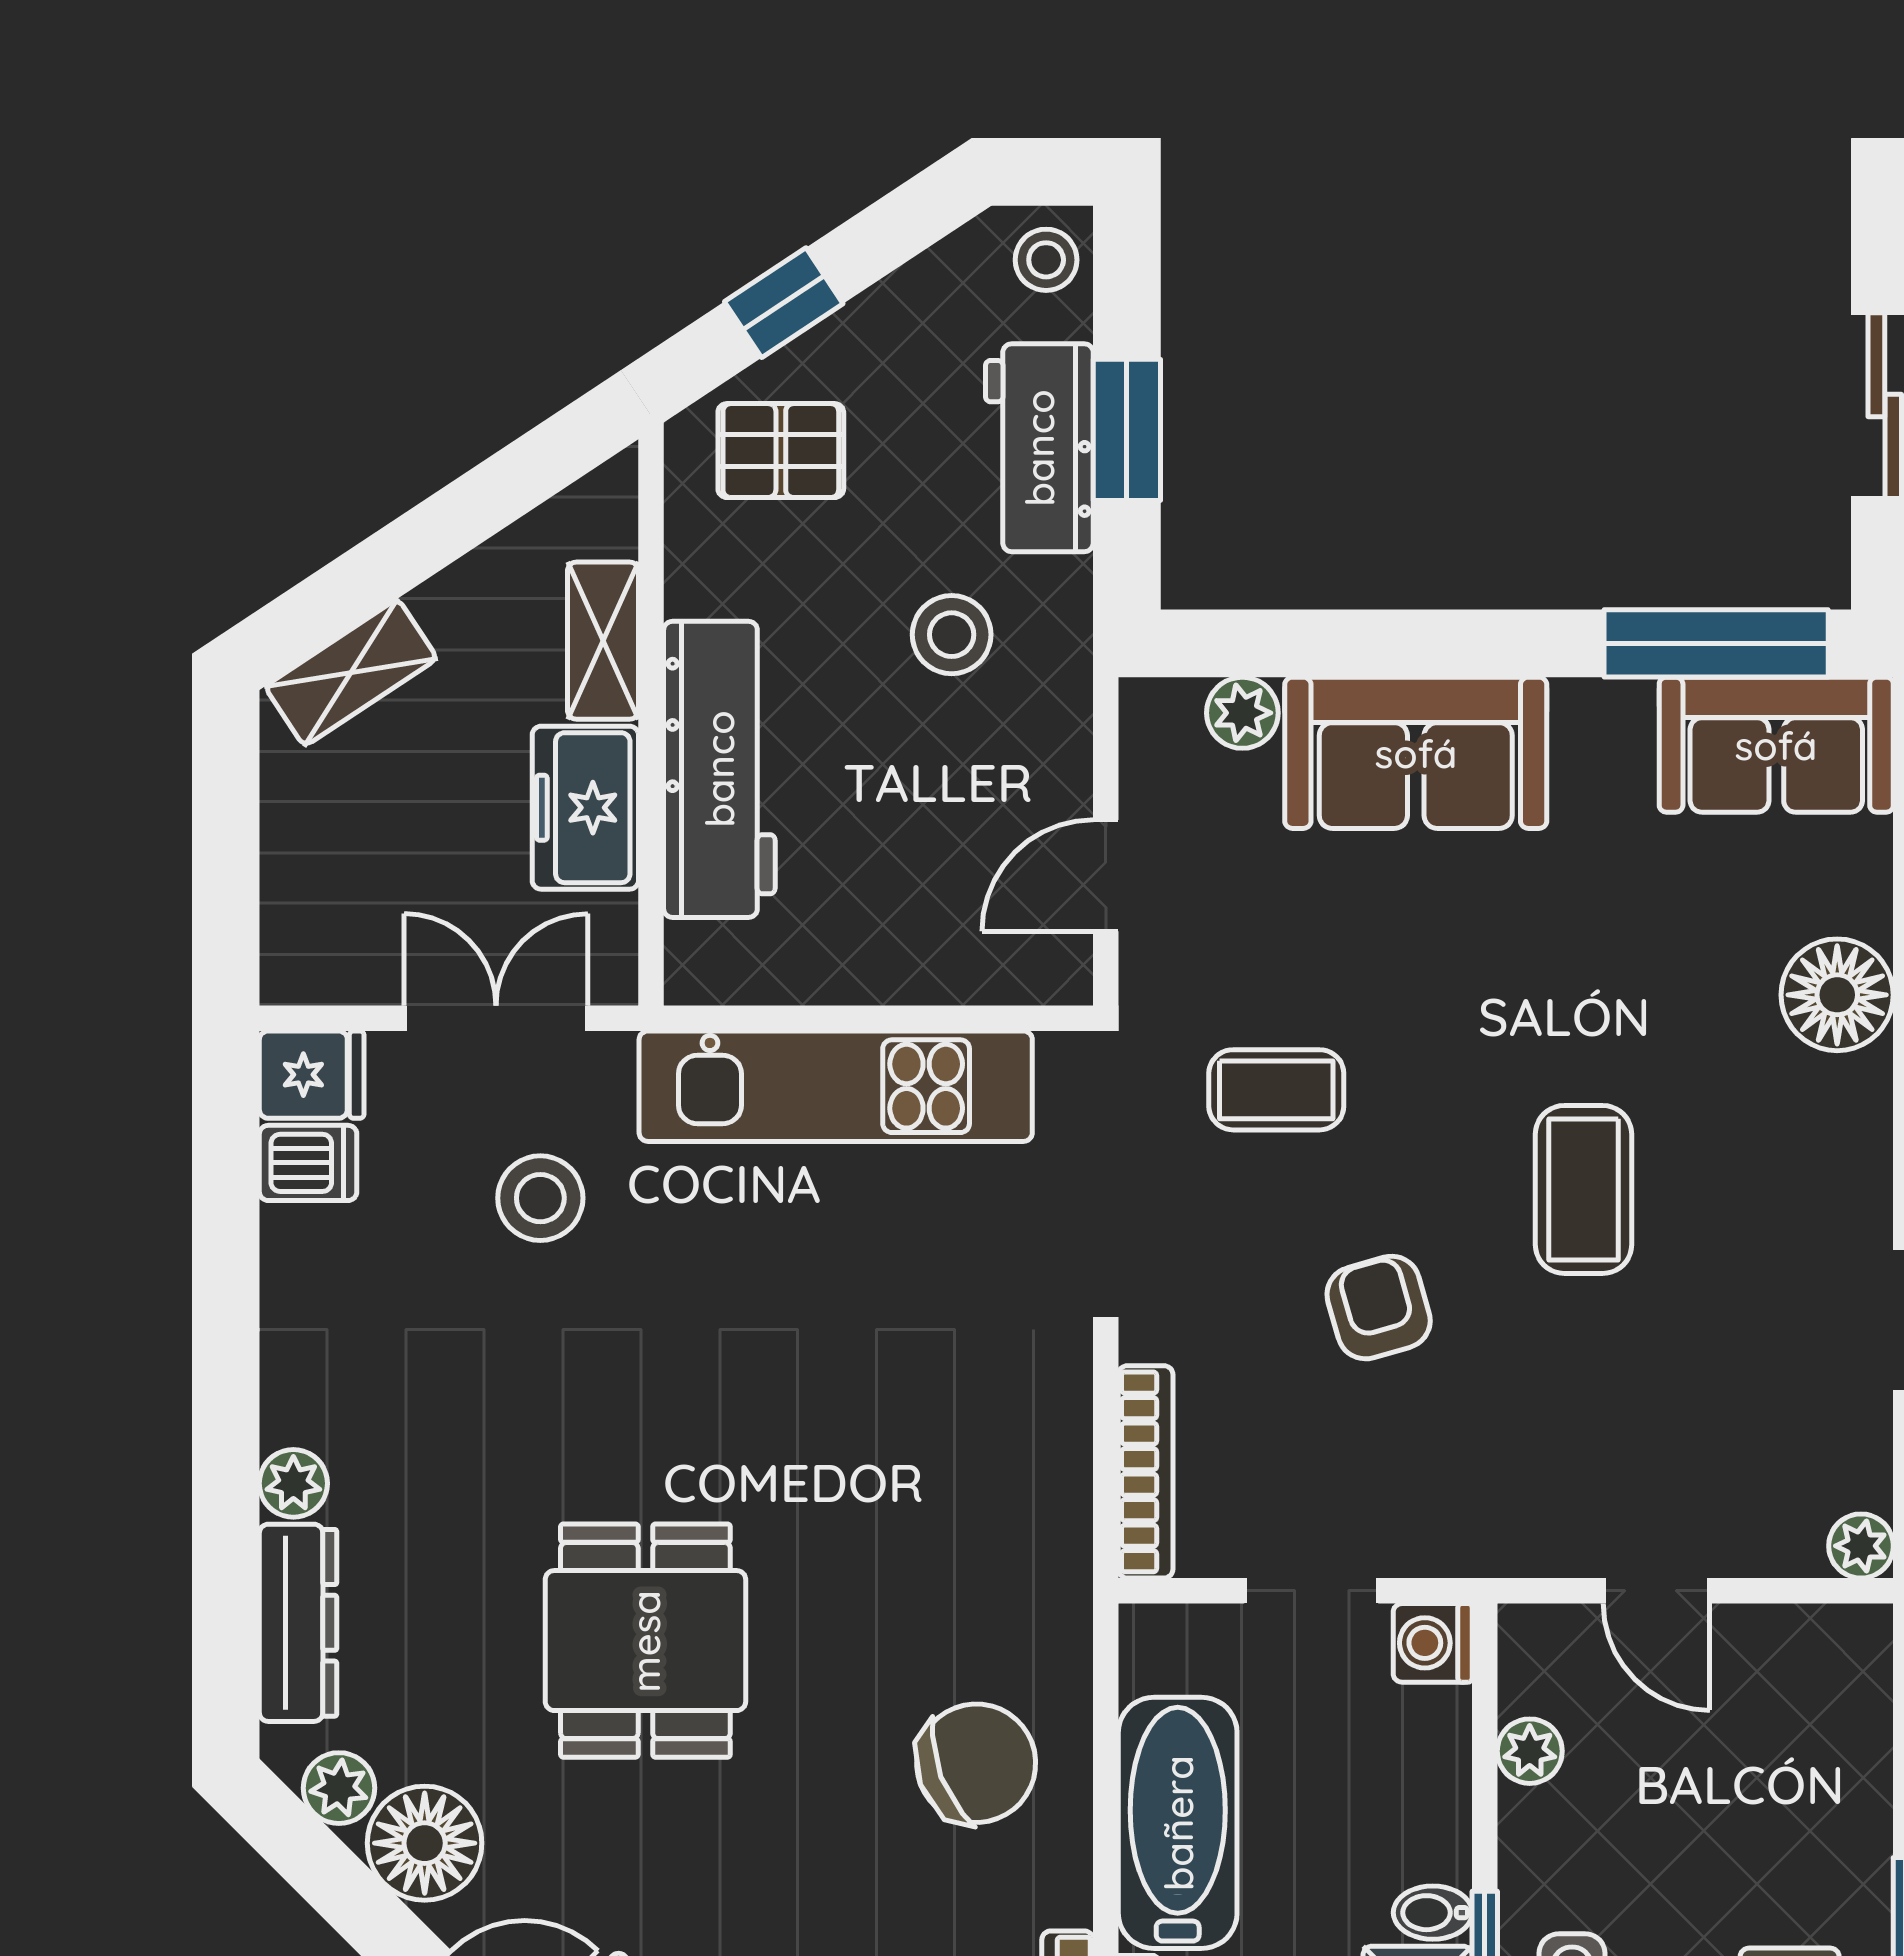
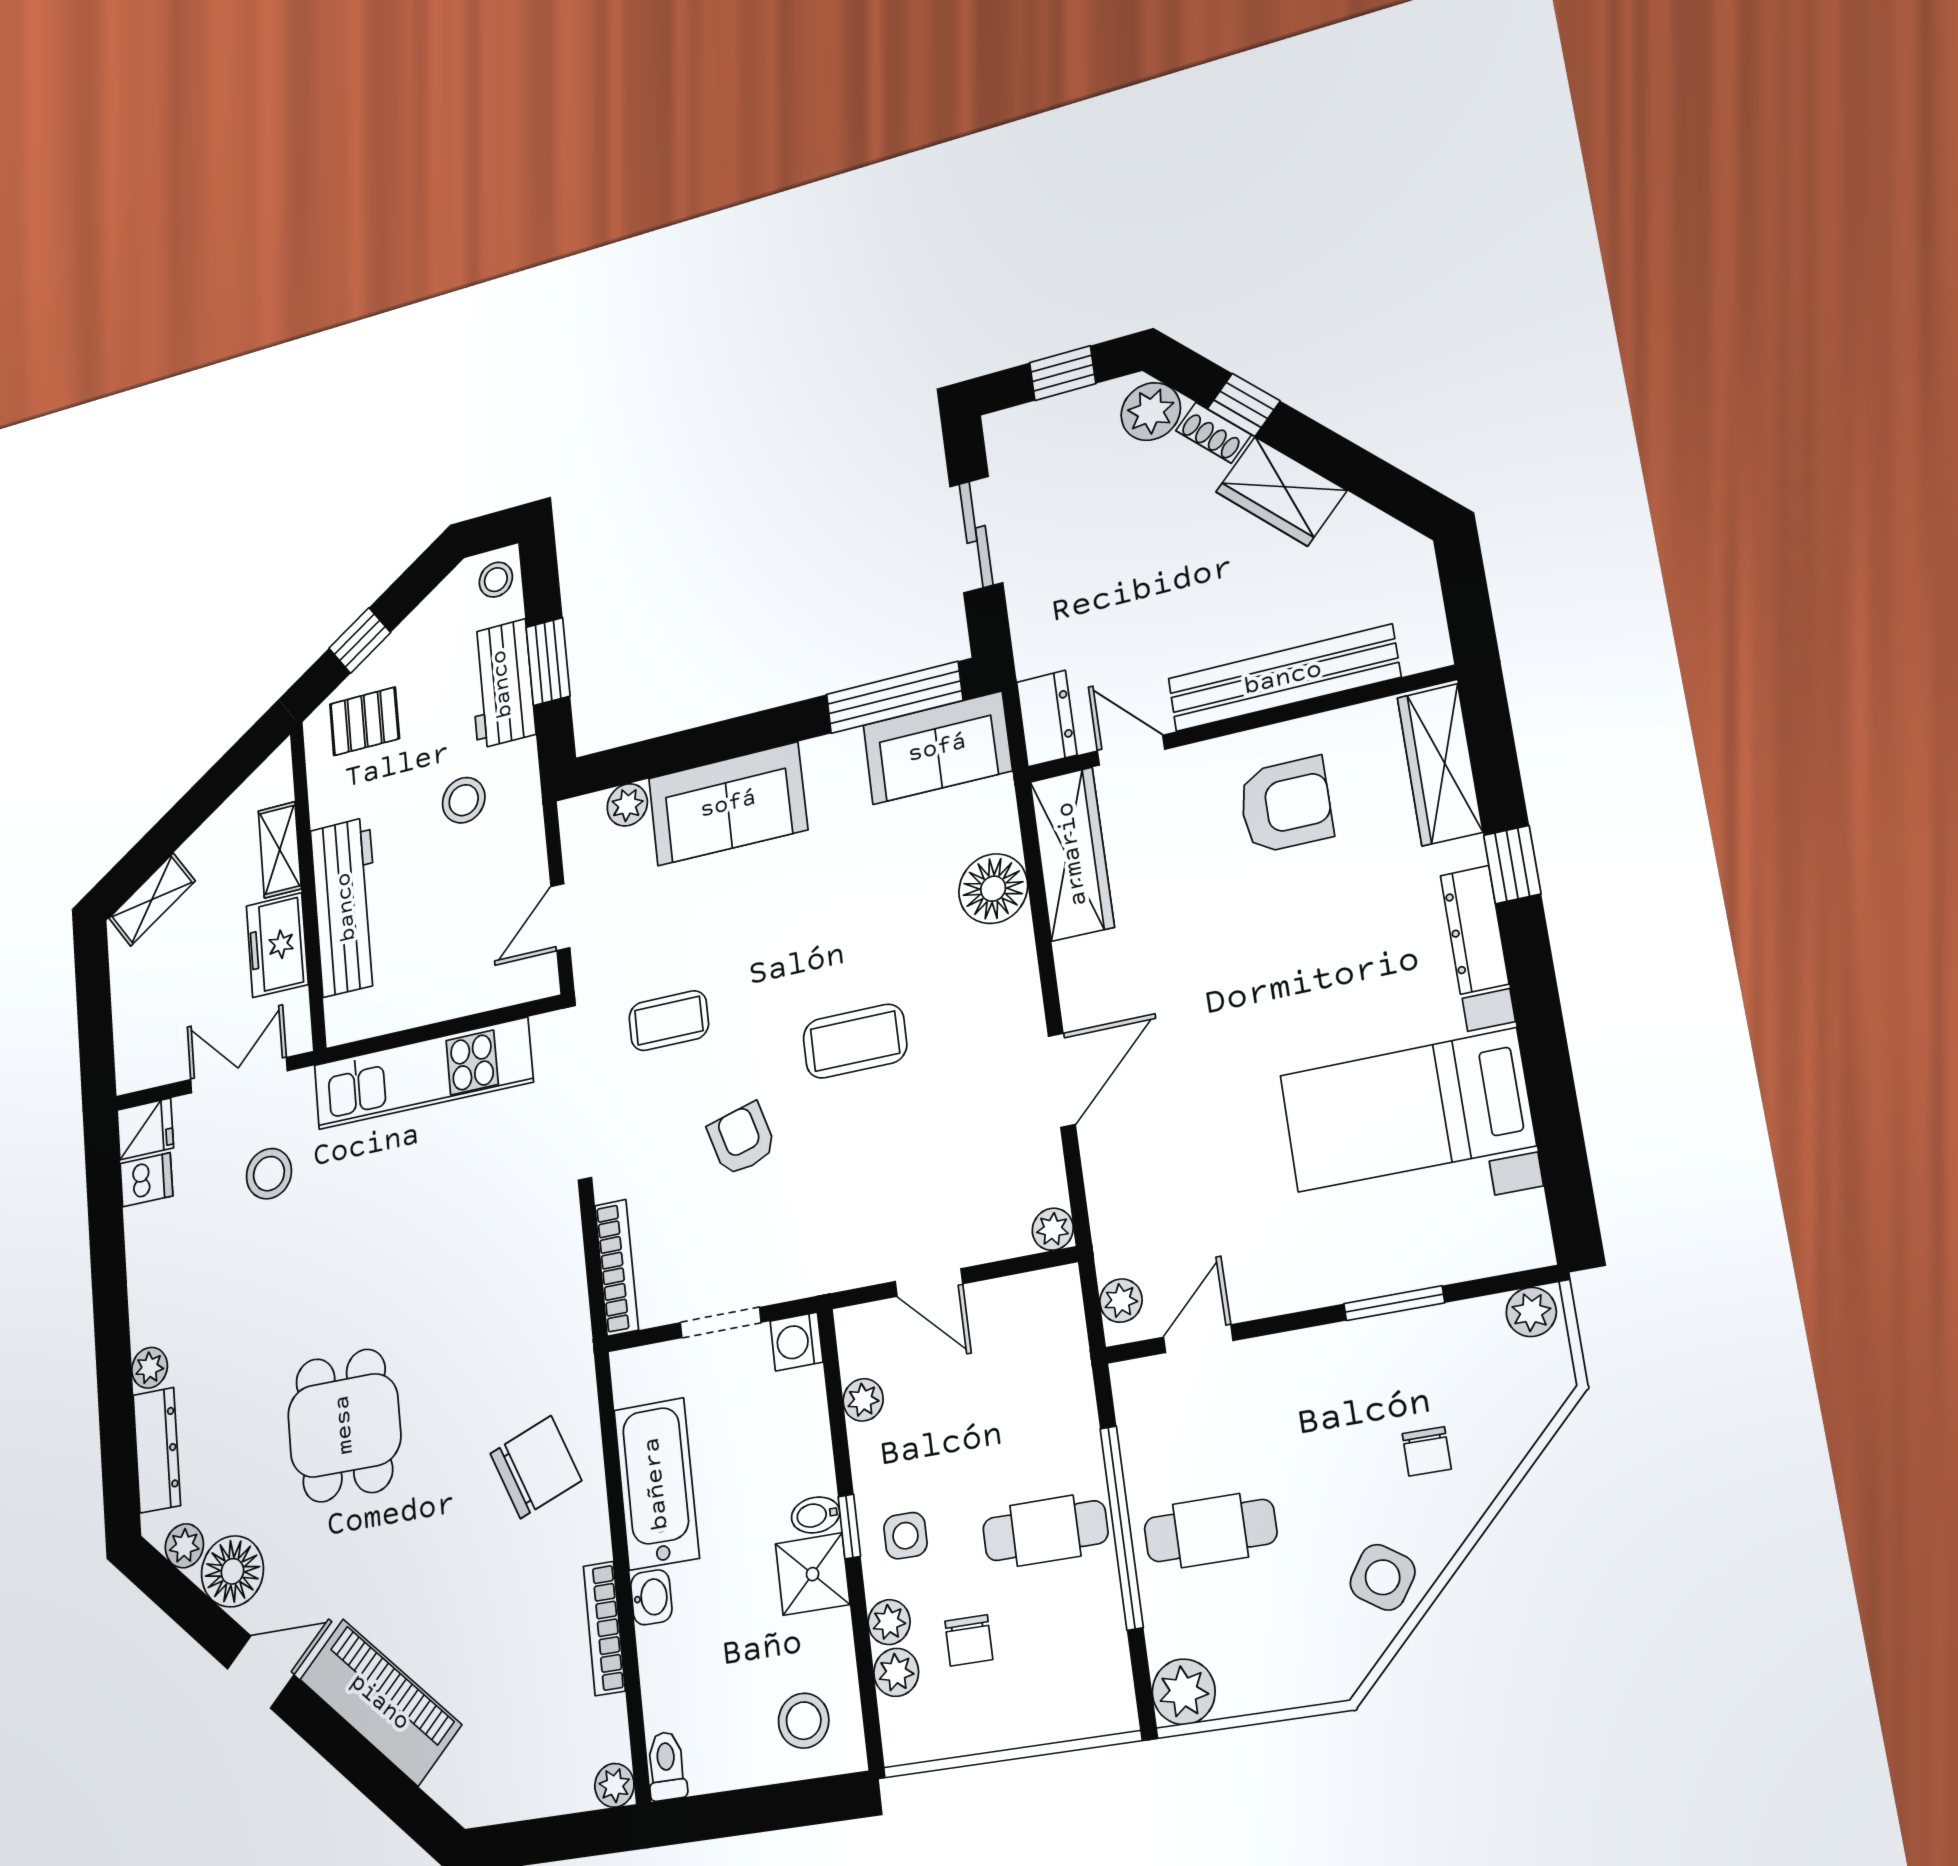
coffee table: (1583, 1189) -> (855, 1041), turned 90

